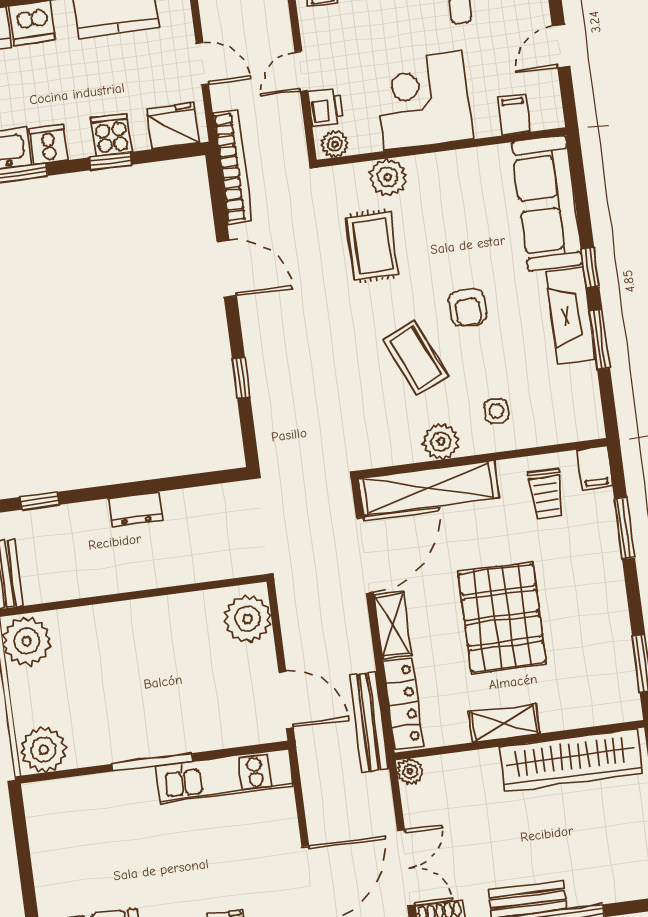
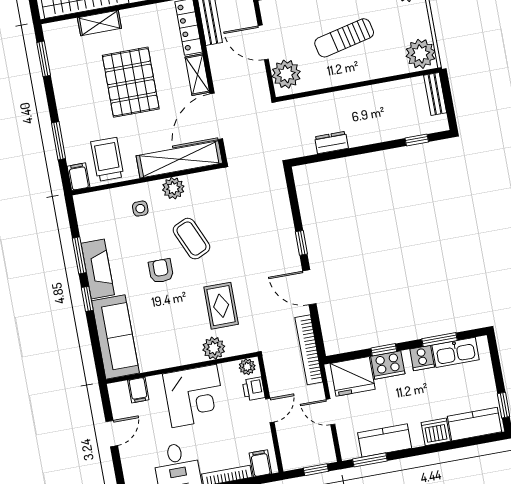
fridge: (173, 126) -> (353, 376), width x1.36, depth x1.34
cooker: (112, 135) -> (388, 365), width x1.36
window: (241, 378) -> (301, 243), moved
trolley: (546, 494) -> (107, 159), width x1.36, depth x1.39
dresser: (135, 509) -> (331, 142), moved
sun lounger: (150, 673) -> (344, 38), added
door: (286, 700) -> (263, 42), moved
shelving: (504, 723) -> (99, 23), moved

